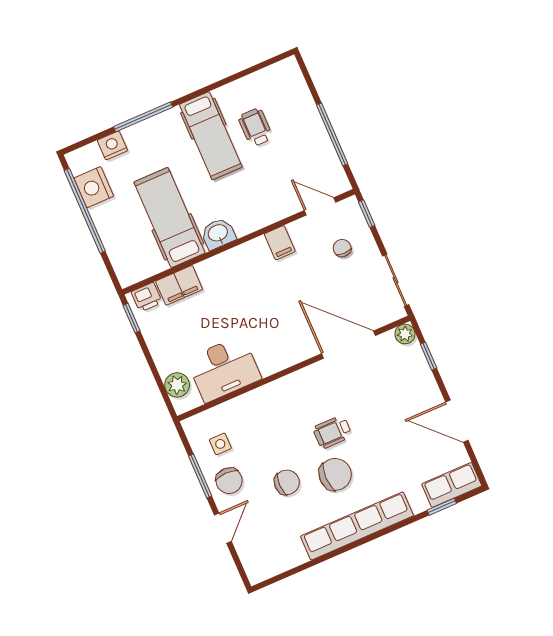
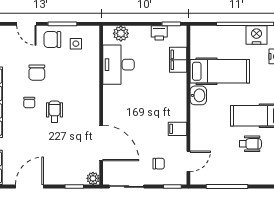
printer: (147, 297) -> (159, 33), moved, turned -90
door: (348, 345) -> (101, 143), hinge flipped
chair: (335, 474) -> (29, 103), width x0.54, depth x0.54

